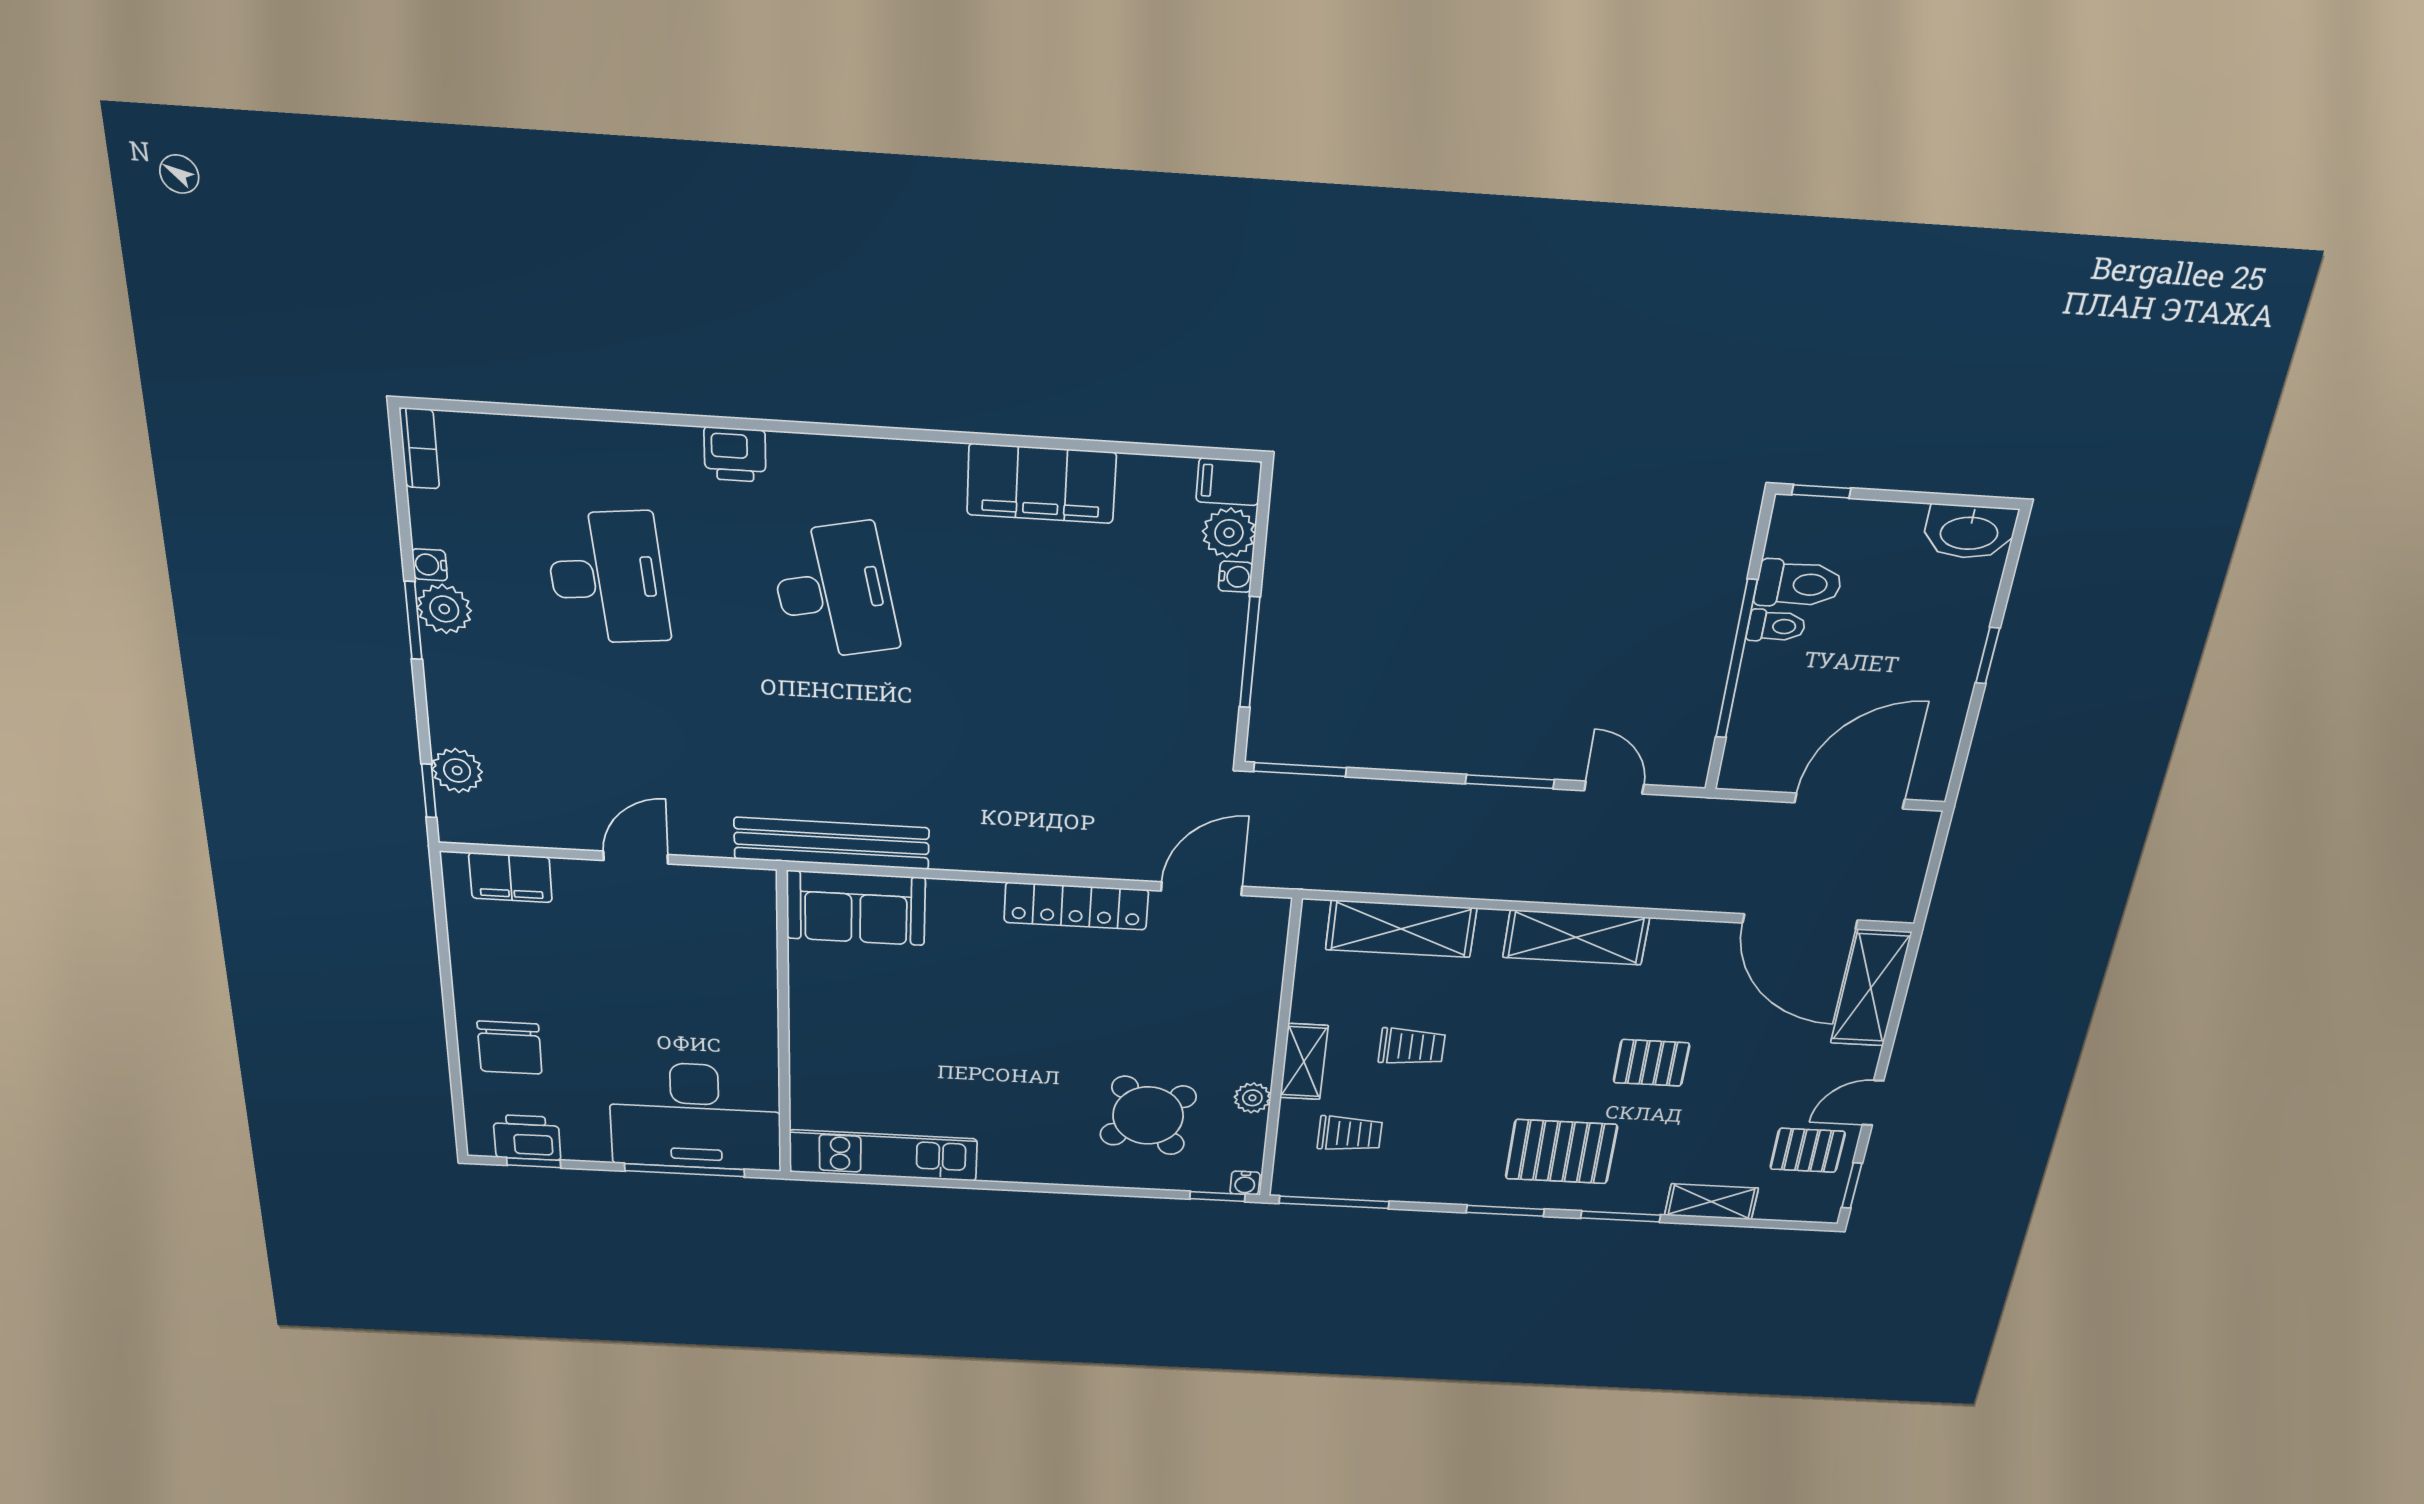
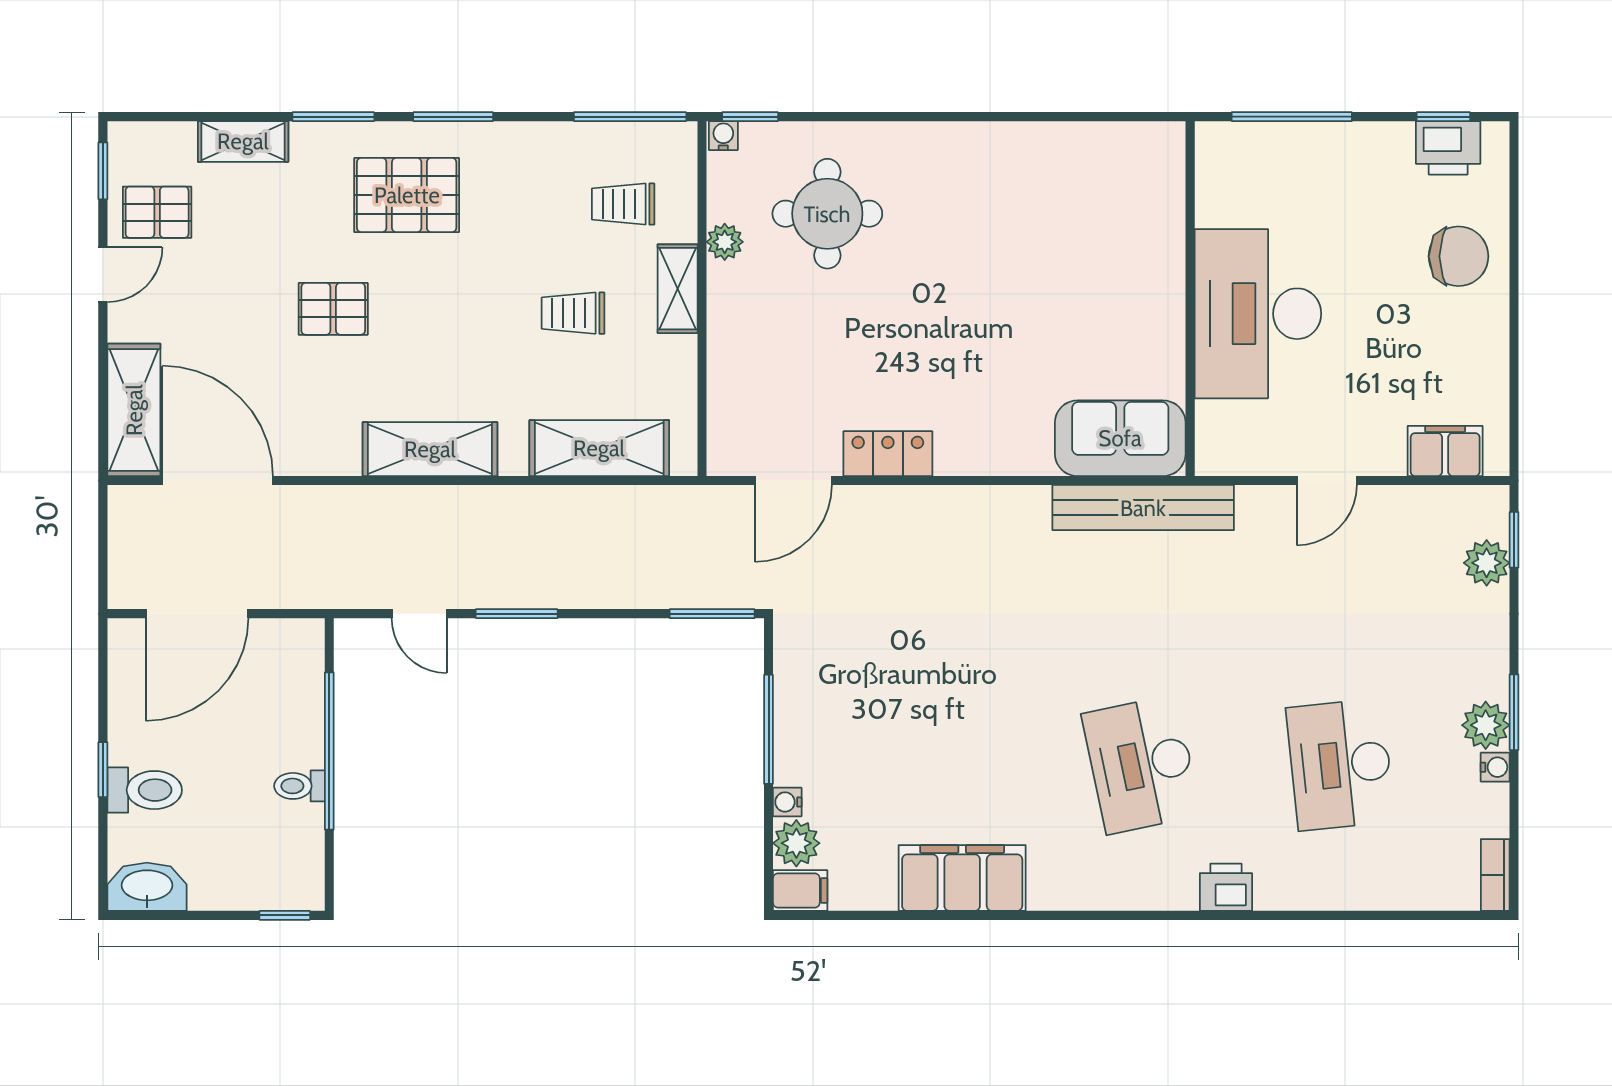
toilet: (1799, 584) -> (145, 790), moved, turned 180
locker: (1076, 906) -> (888, 454), width x0.66
chair: (510, 1048) -> (1458, 256), turned 90
desk: (695, 1116) -> (1258, 314), moved, turned -90
round table: (1148, 1116) -> (827, 214), turned 37
kitchen unit: (883, 1155) -> (1091, 148), removed

